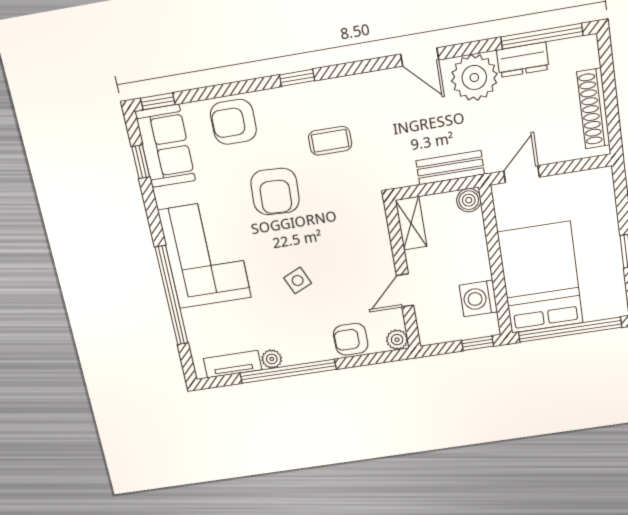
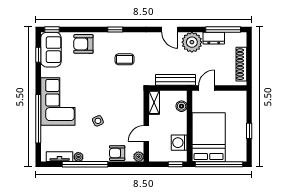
bench: (450, 168) -> (175, 80), width x1.36
armchair: (275, 191) -> (96, 78), removed
boiler: (469, 200) -> (181, 106), moved

